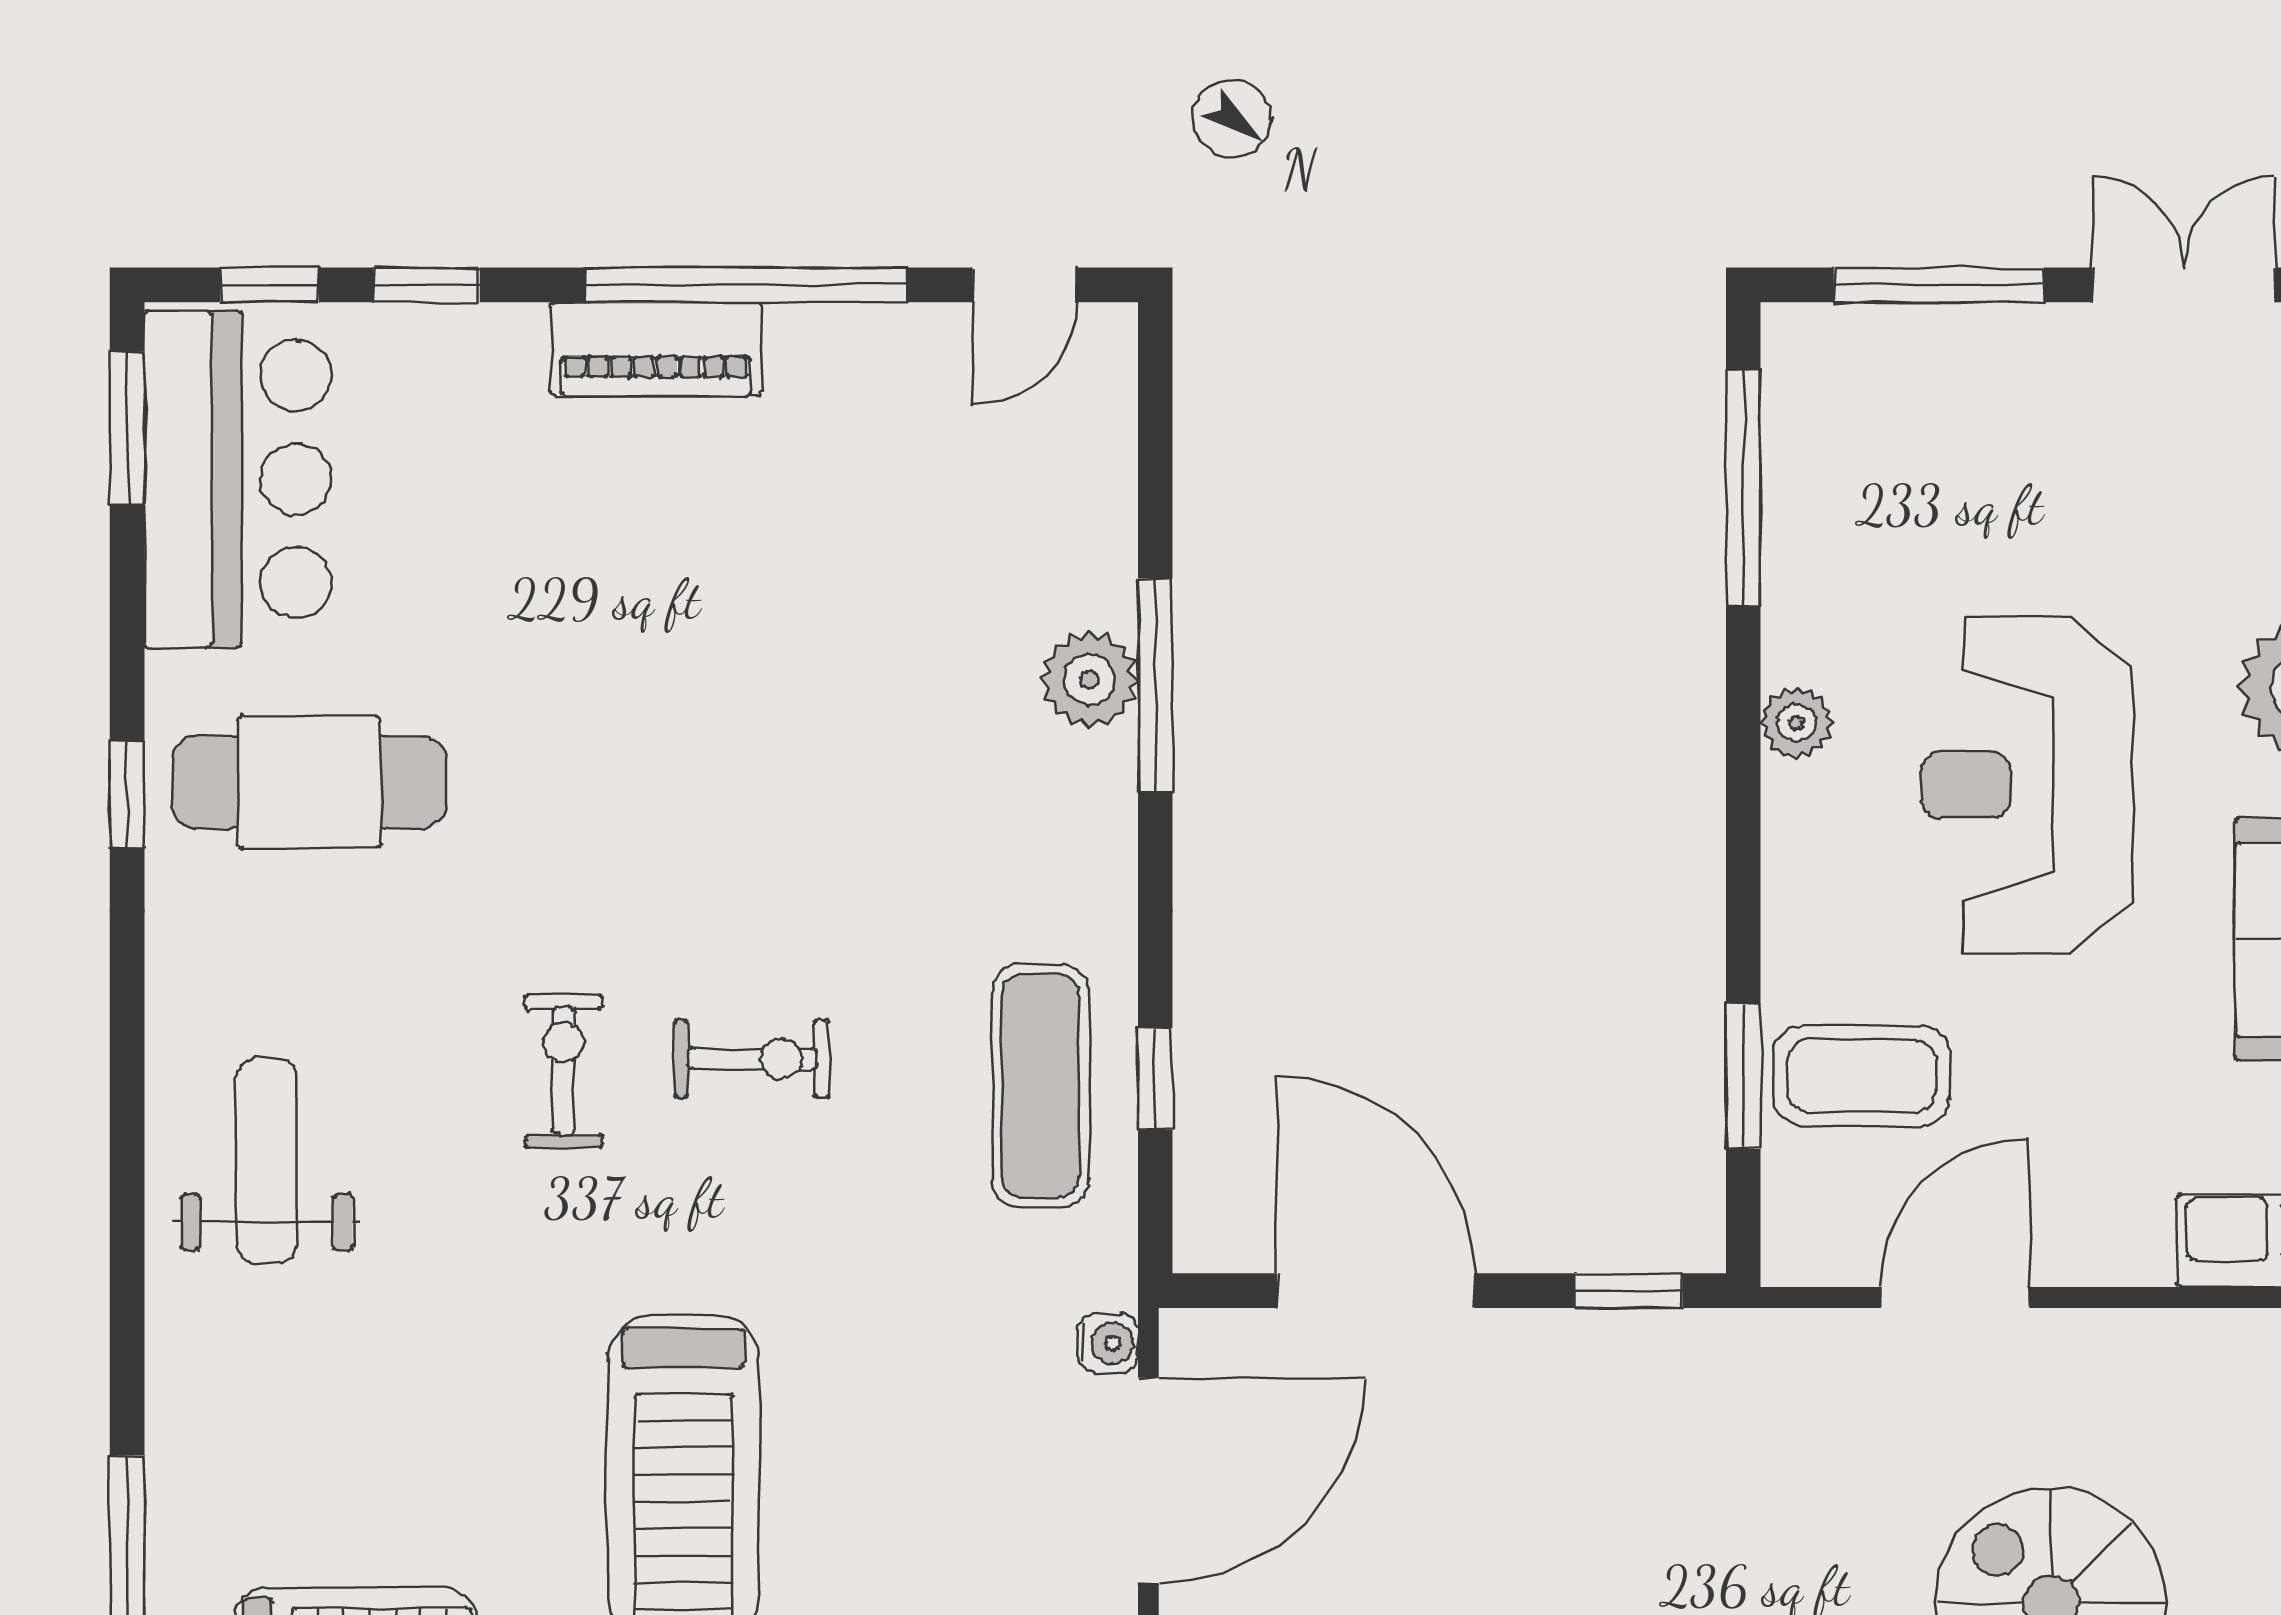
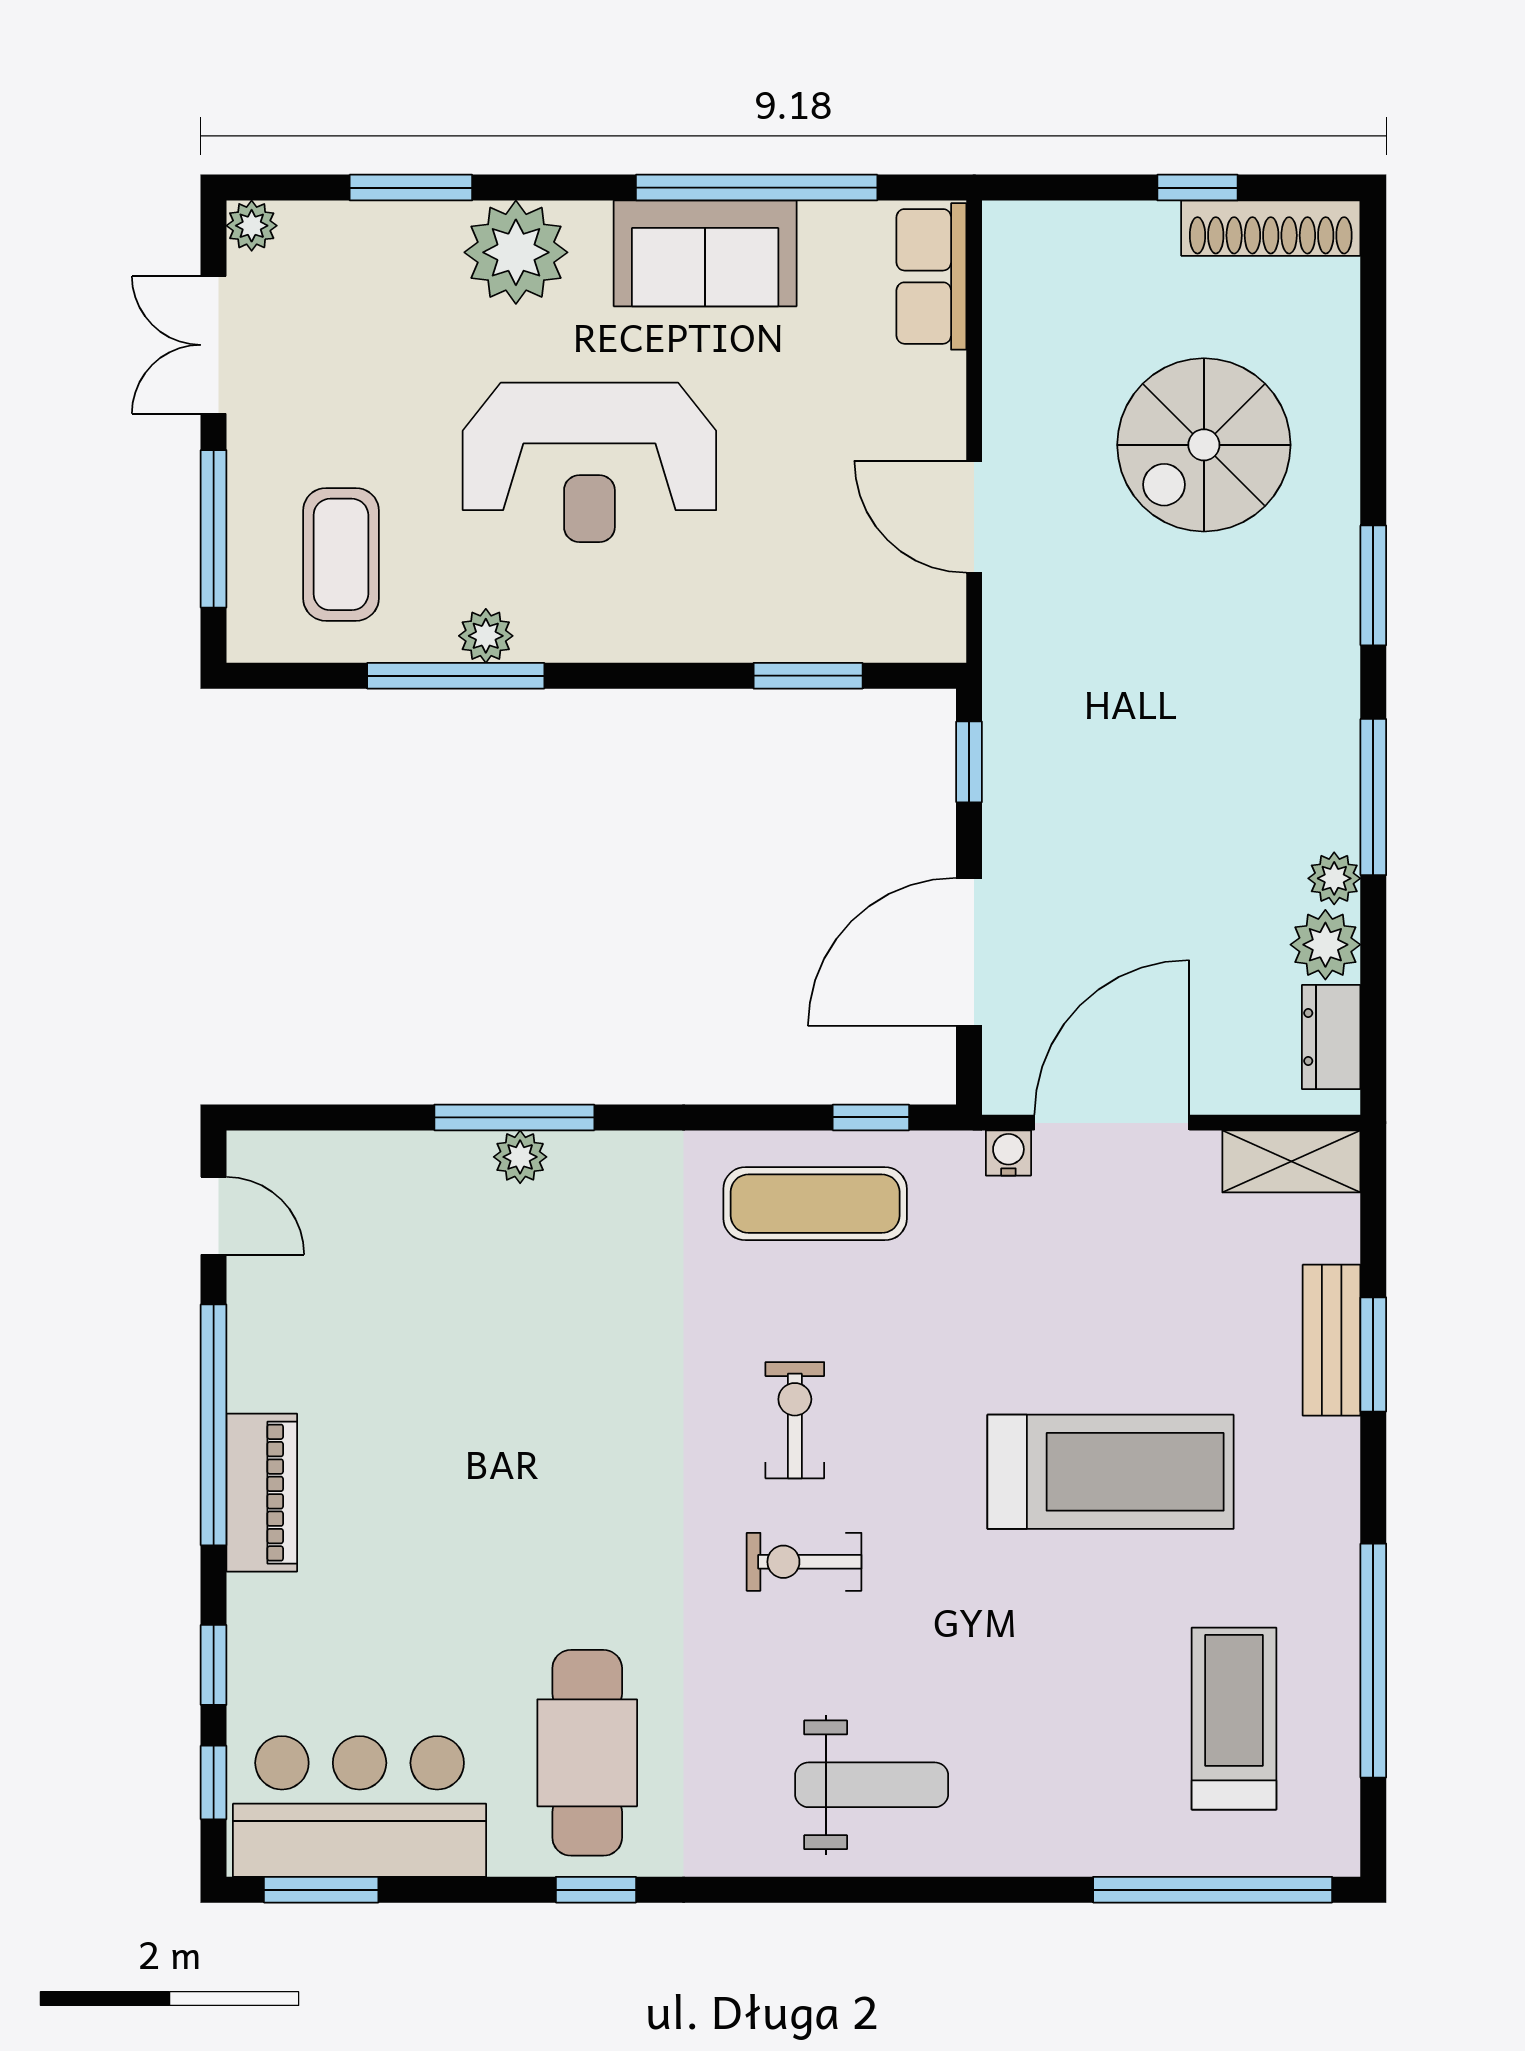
window: (1743, 488) -> (456, 676), moved
plant: (1089, 680) -> (520, 1157), width x0.73, depth x0.73
plant: (1796, 723) -> (486, 636), moved
coffee table: (1861, 1076) -> (341, 554), moved
window: (1155, 1079) -> (871, 1117), moved
weight bench: (267, 1161) -> (872, 1785), turned 180
door: (1148, 1481) -> (1112, 1123), hinge flipped

